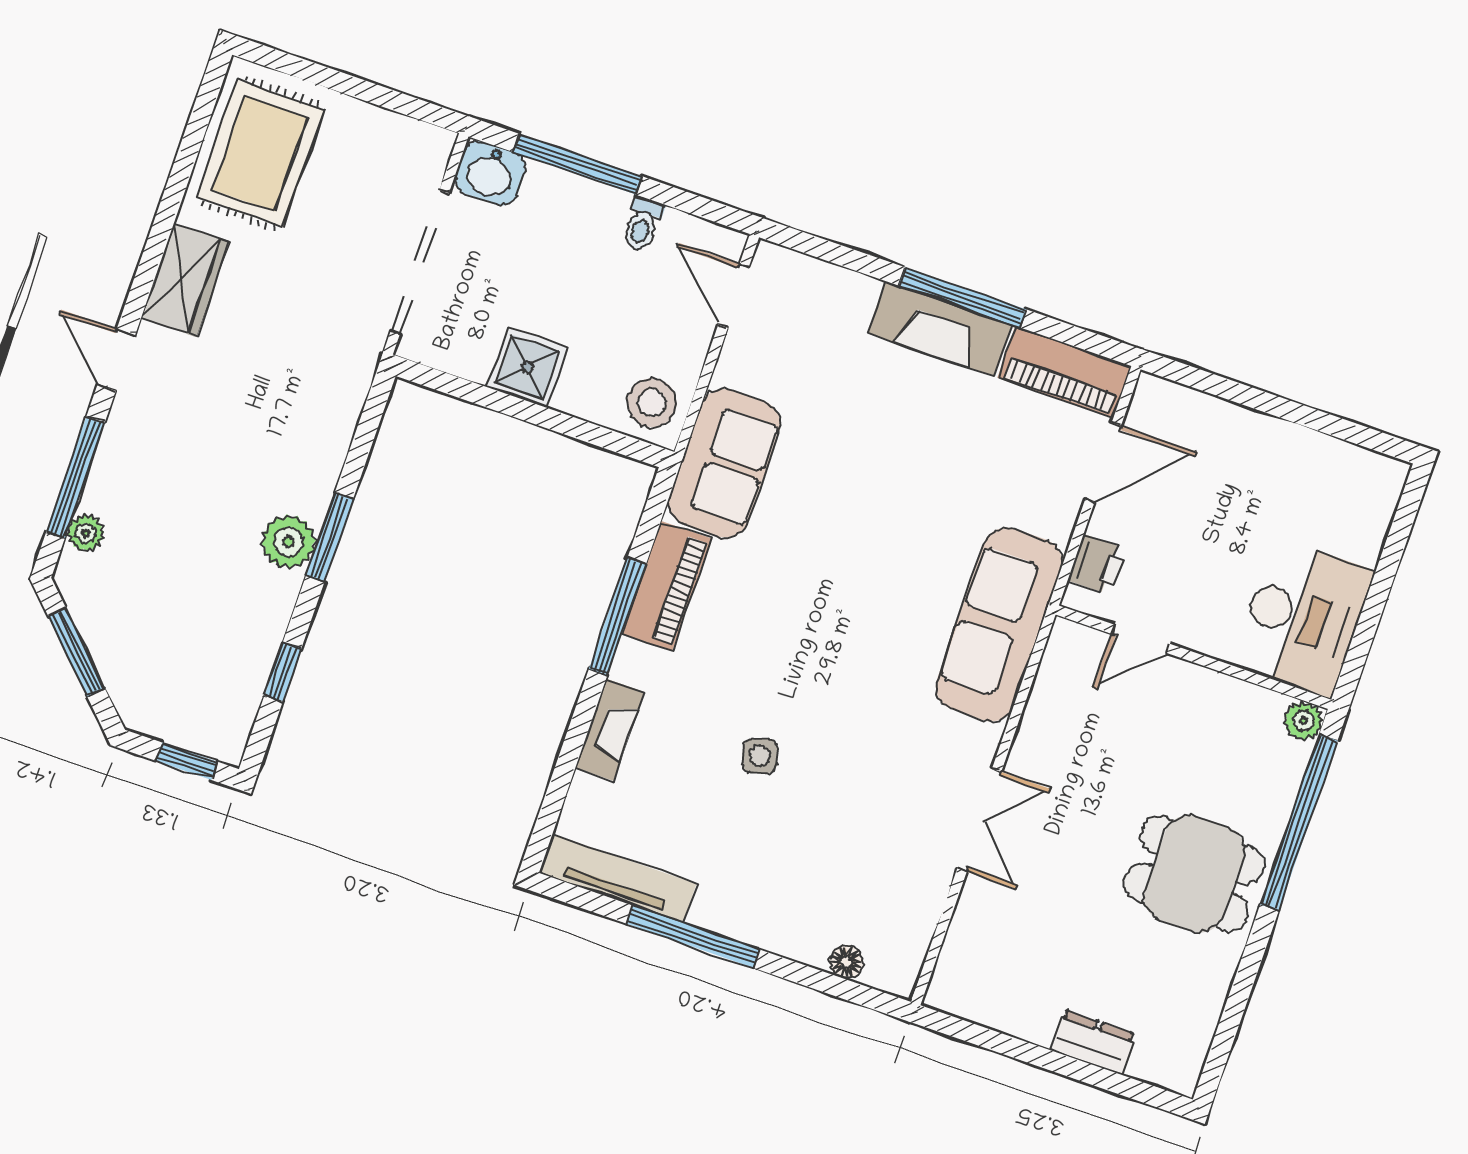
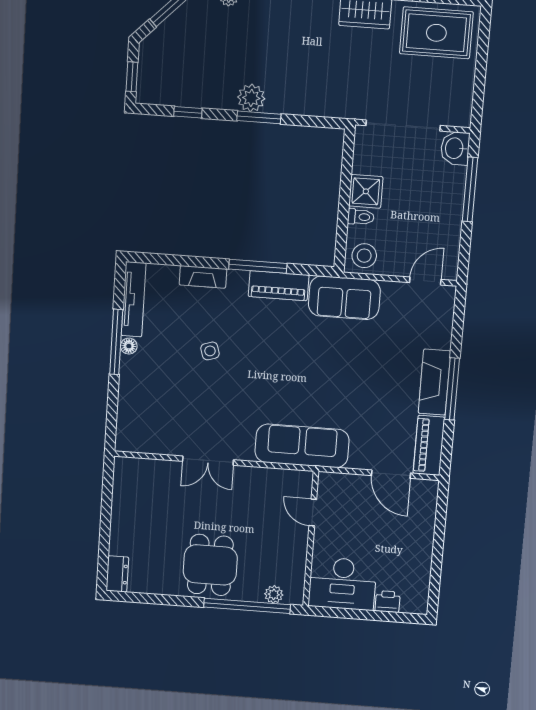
toilet: (642, 224) -> (361, 217), moved, turned 180
printer: (1097, 565) -> (388, 602), moved, turned 180
plant: (1303, 721) -> (274, 594), moved
floor lamp: (846, 962) -> (129, 346), moved
dresser: (1093, 1042) -> (117, 574), moved

